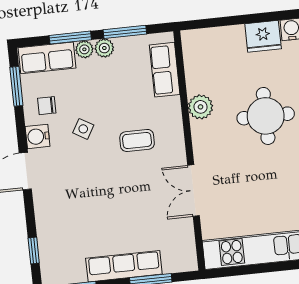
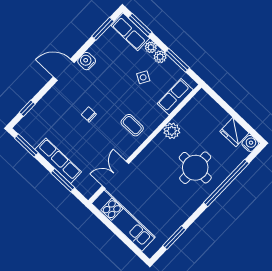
window: (70, 38) -> (140, 25), moved
chair: (47, 106) -> (89, 114), moved
side table: (83, 129) -> (143, 77), moved
coffee table: (137, 140) -> (132, 125), moved
double door: (193, 191) -> (115, 175), moved

